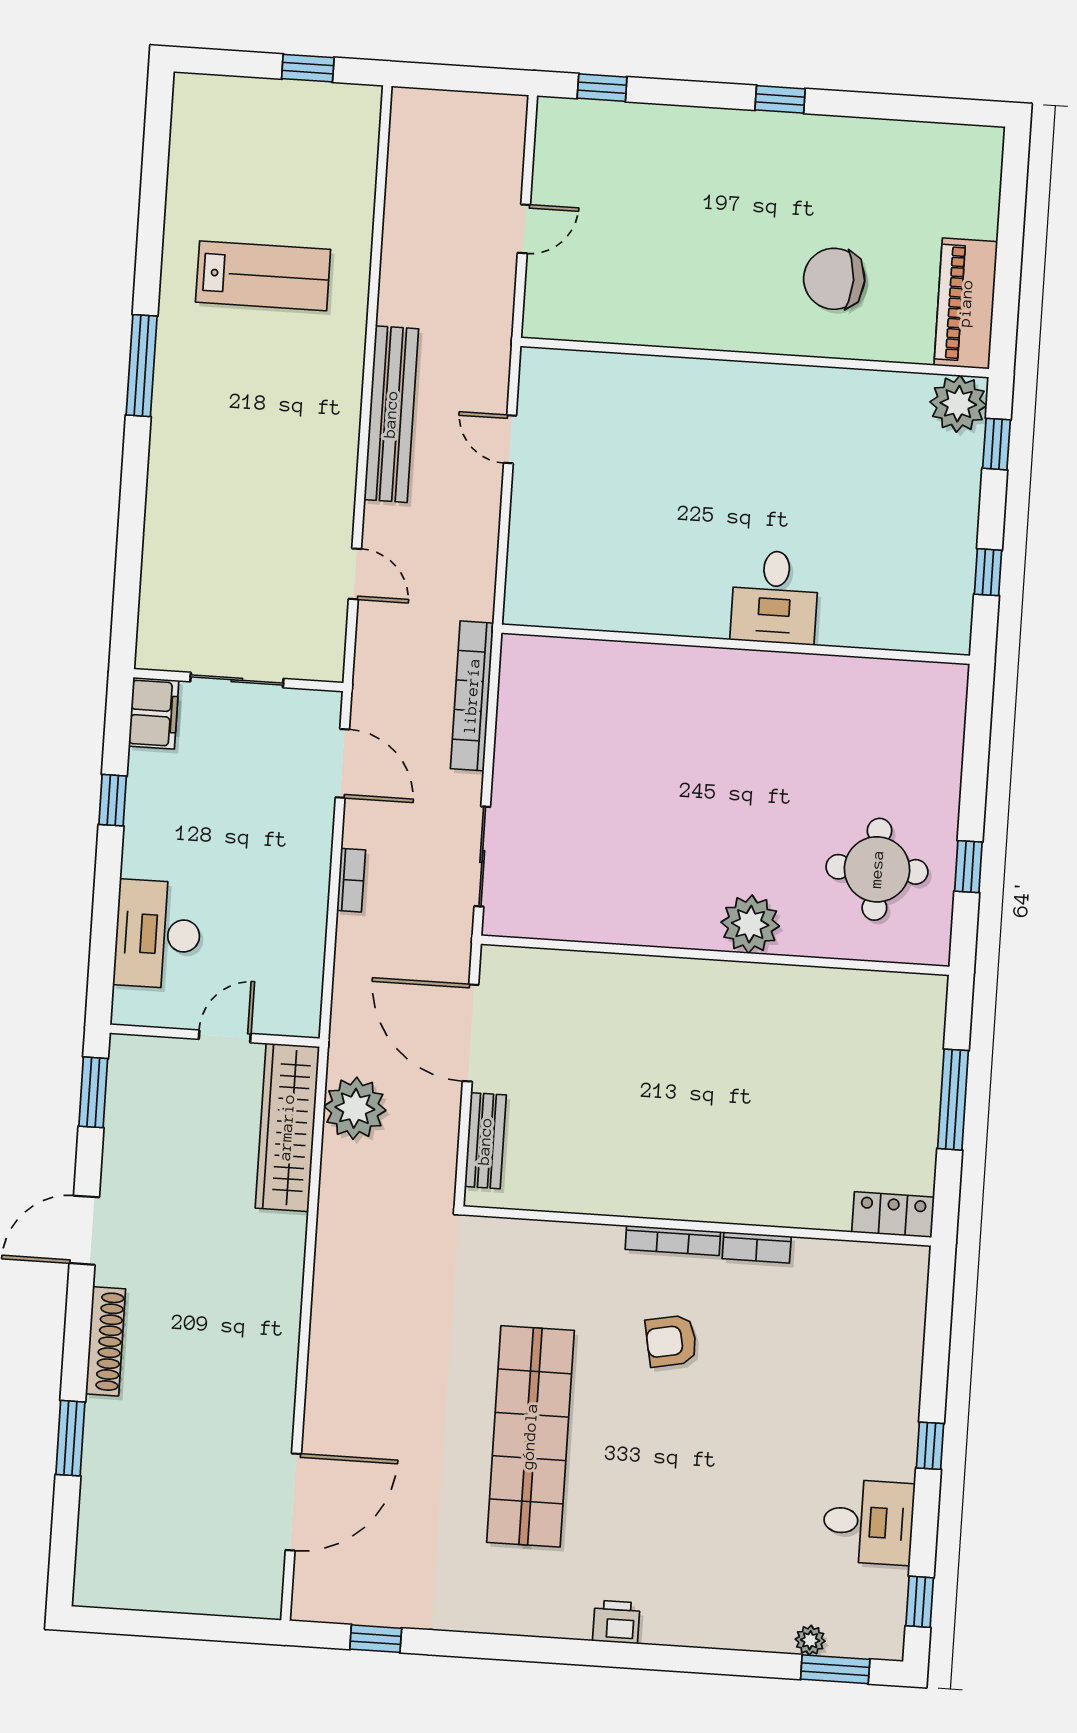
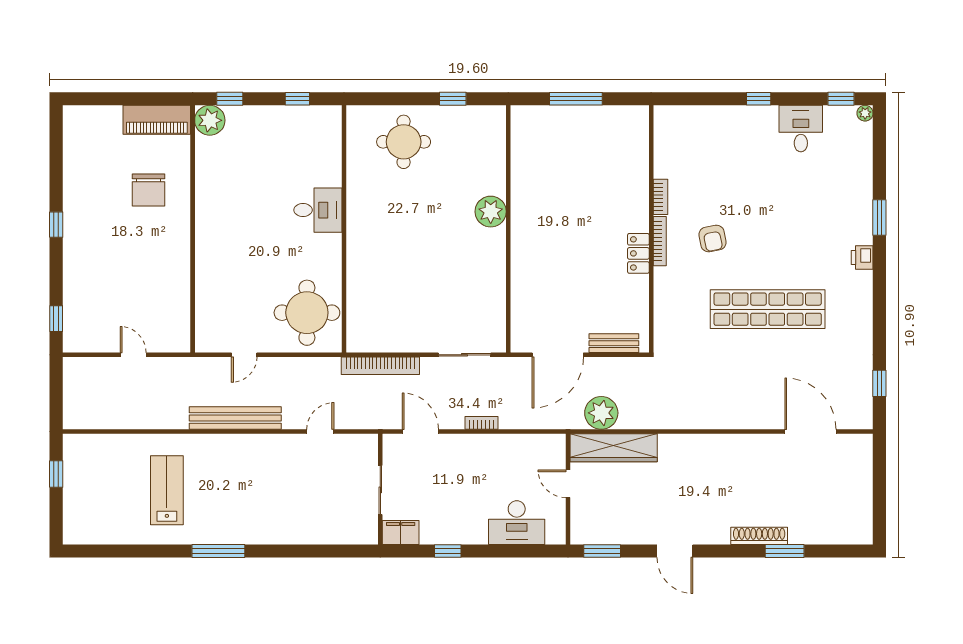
round table: (582, 563) -> (307, 313), added
door: (342, 763) -> (420, 432), hinge flipped
round table: (877, 869) -> (404, 142), moved
locker: (893, 1215) -> (638, 253), moved
shoe rack: (106, 1341) -> (759, 536), moved
plant: (810, 1640) -> (865, 113), moved
window: (835, 1669) -> (879, 218), moved

